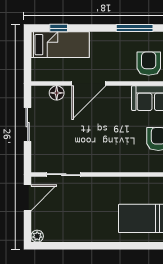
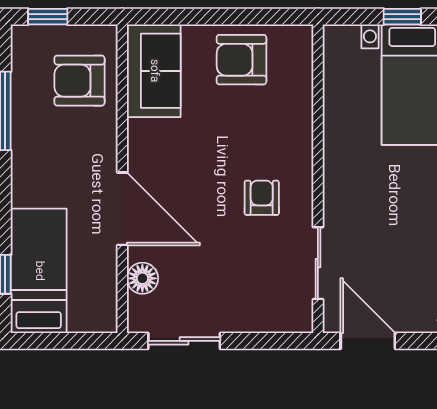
sliding door: (28, 125) -> (184, 341), moved
armchair: (94, 148) -> (262, 198), added

